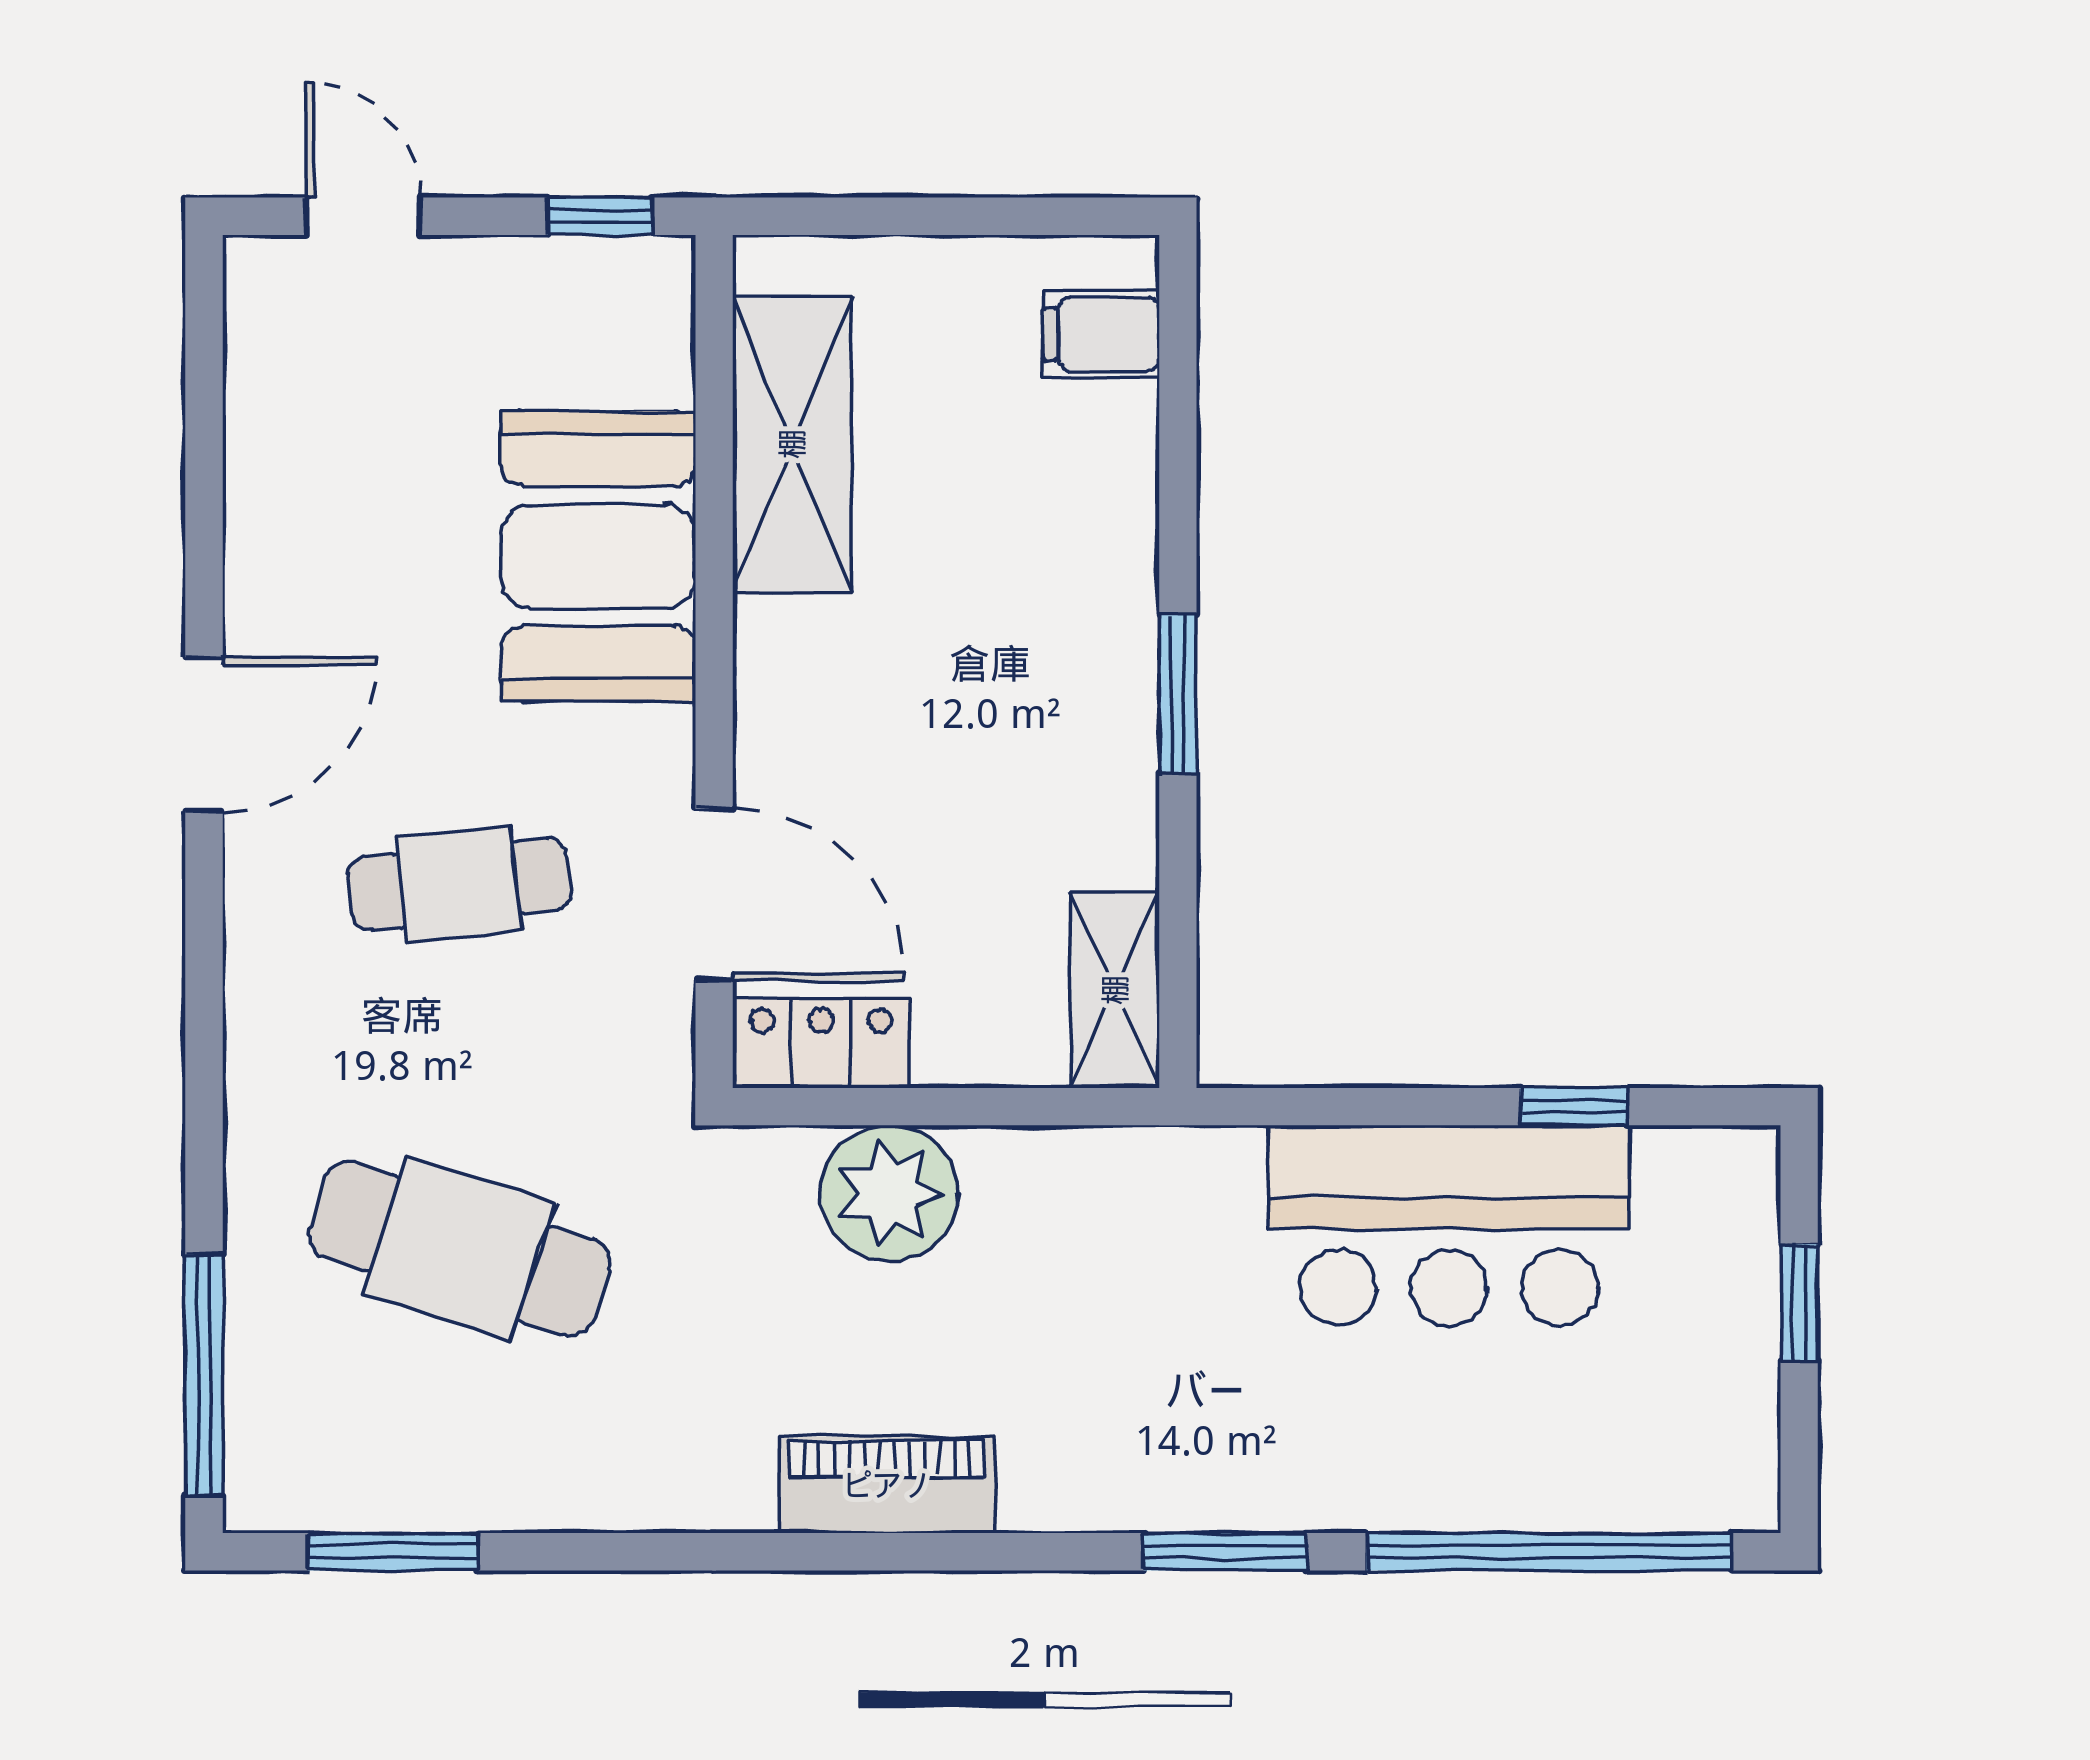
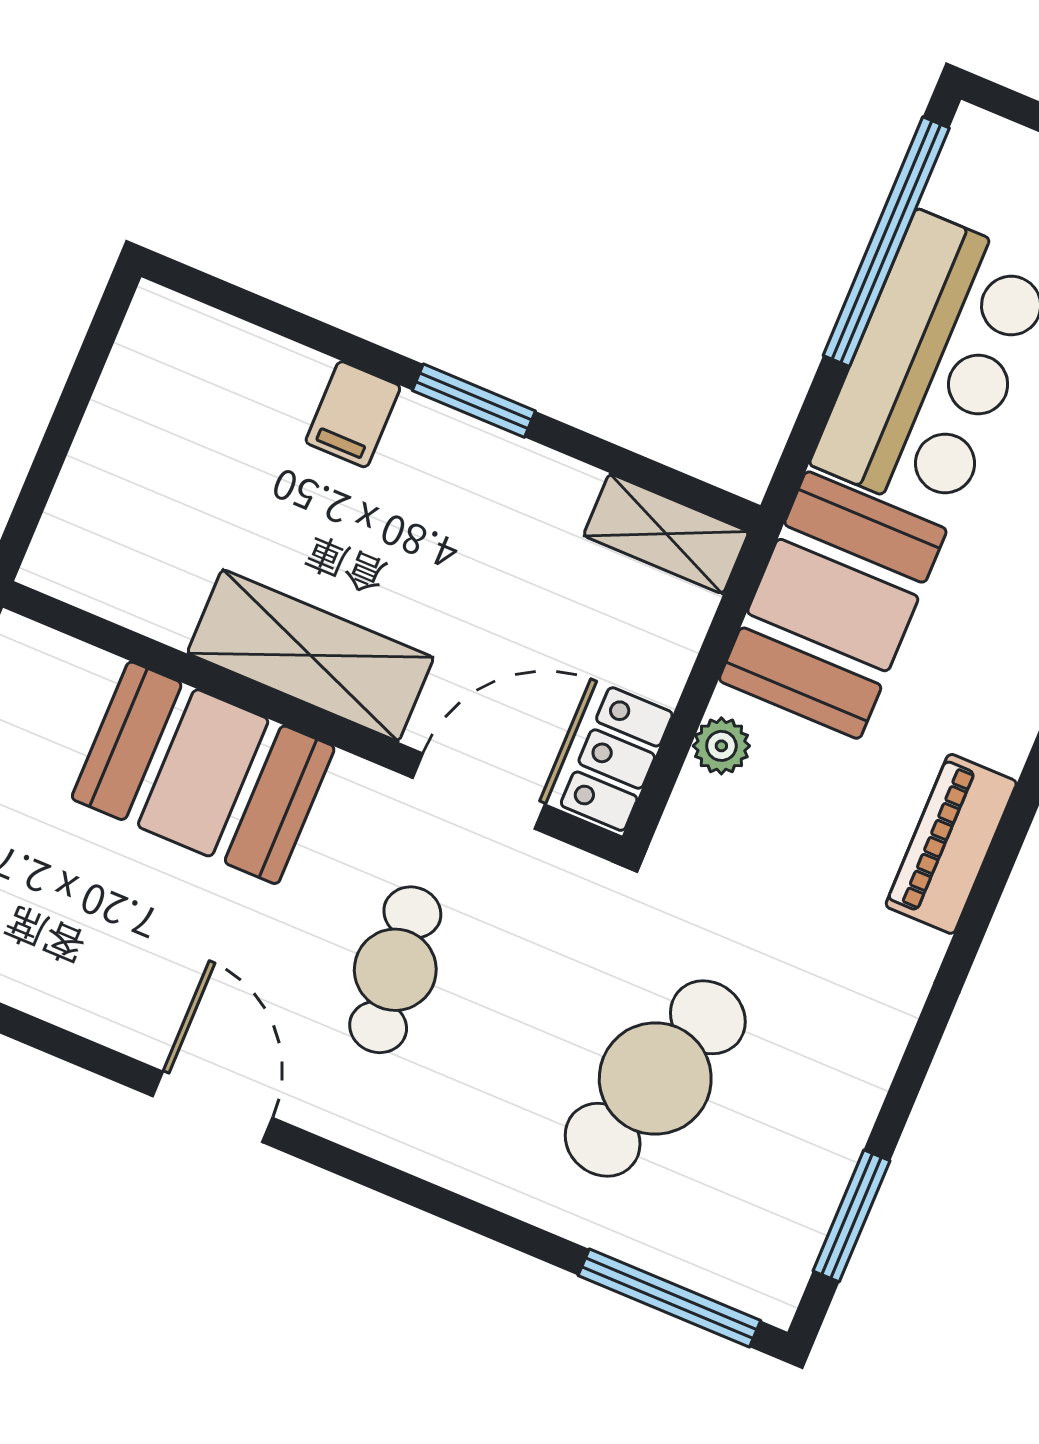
filing cabinet: (1101, 334) -> (353, 414), moved
shelving: (792, 444) -> (310, 655), moved
window: (1574, 1107) -> (886, 242), width x3.17
plant: (889, 1194) -> (721, 746), width x0.53, depth x0.53
booth: (1113, 1224) -> (833, 605), added

